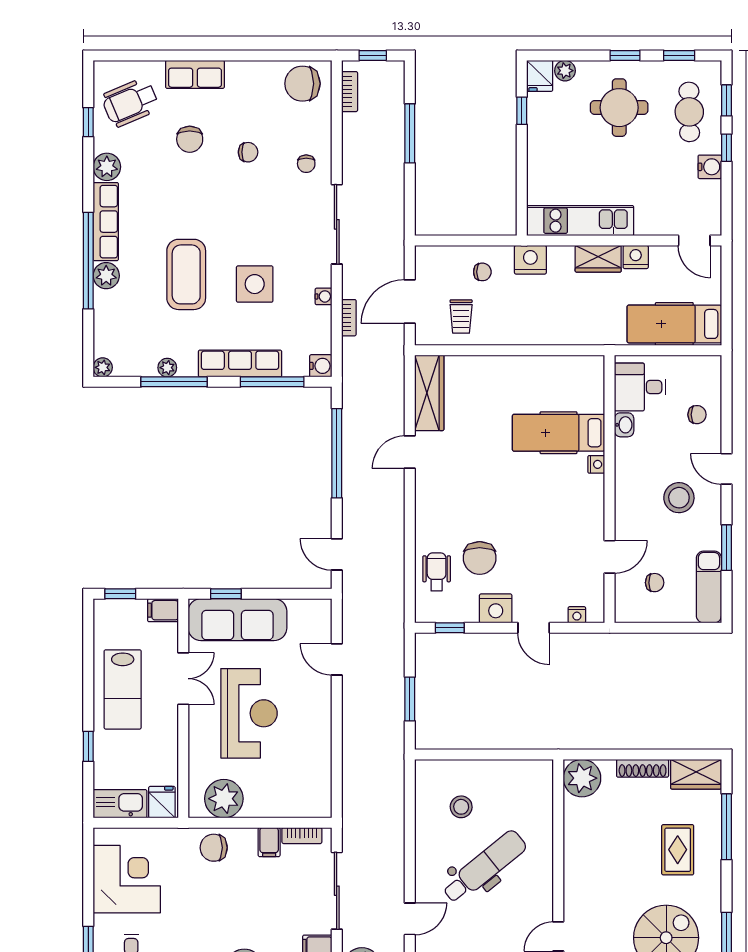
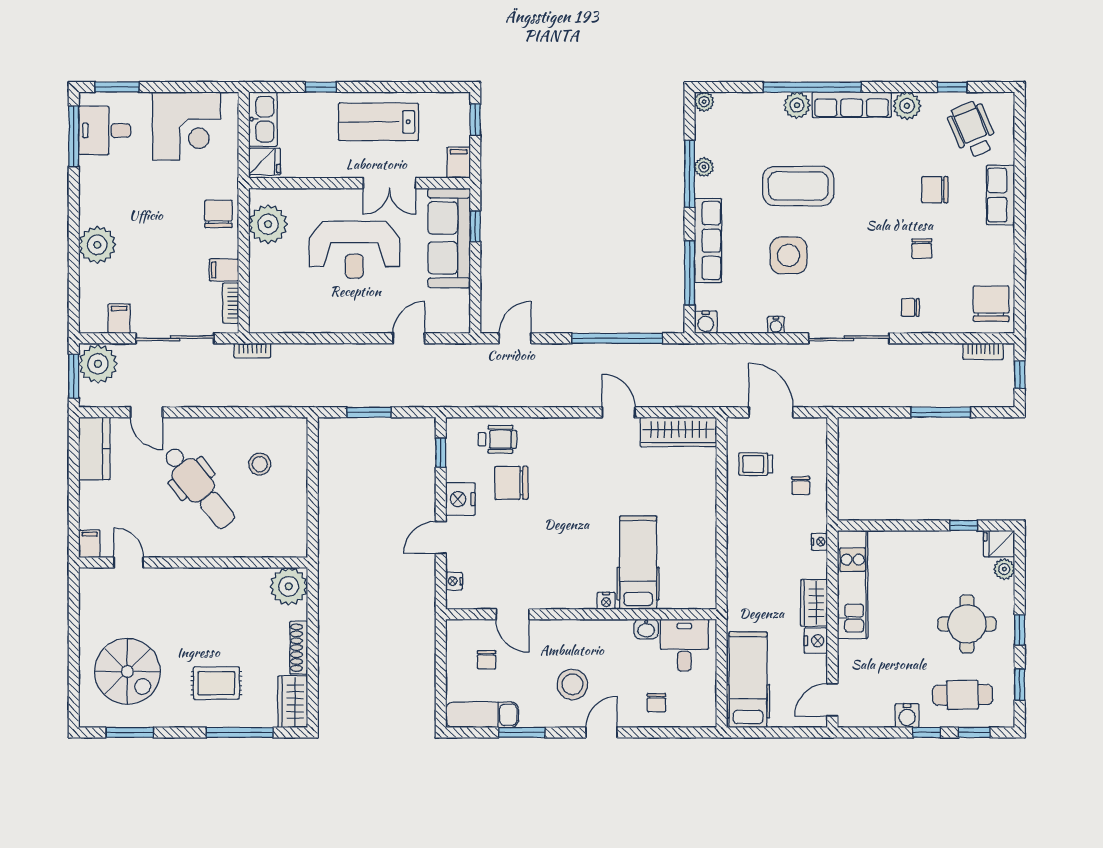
nightstand: (530, 260) -> (819, 542), width x0.53, depth x0.56
bookcase: (349, 318) -> (252, 351), moved

